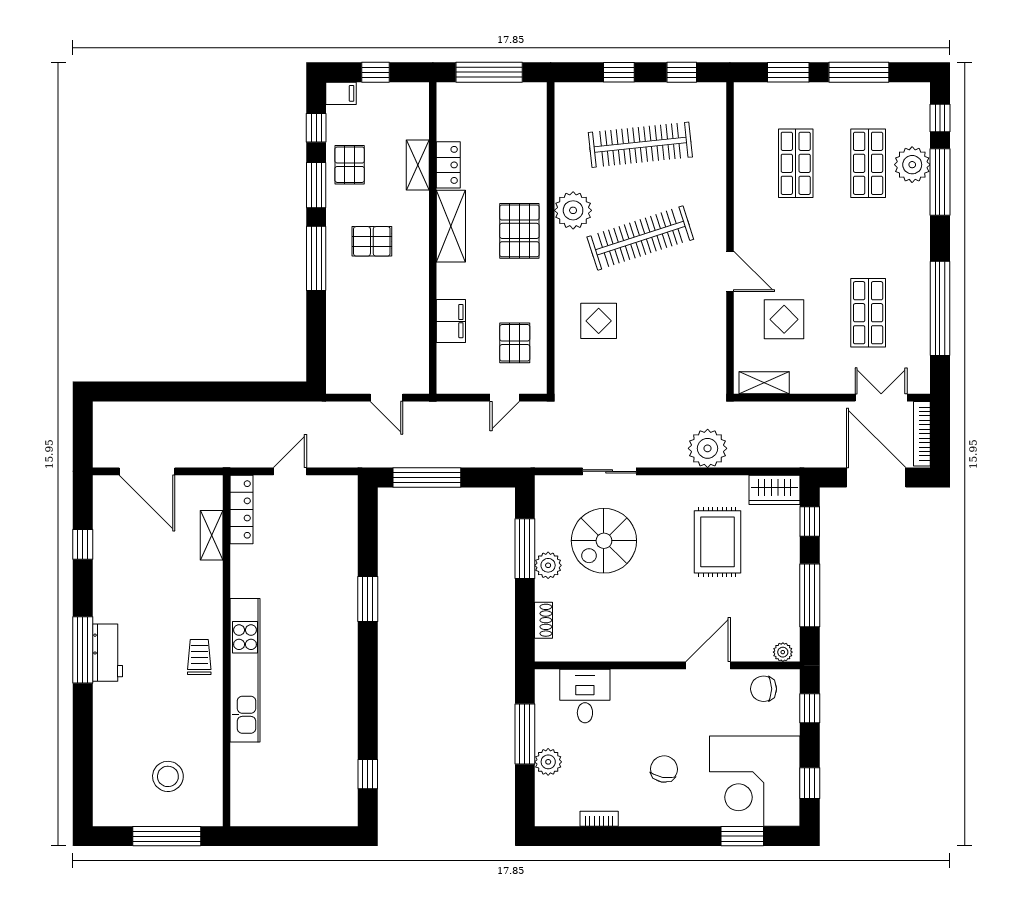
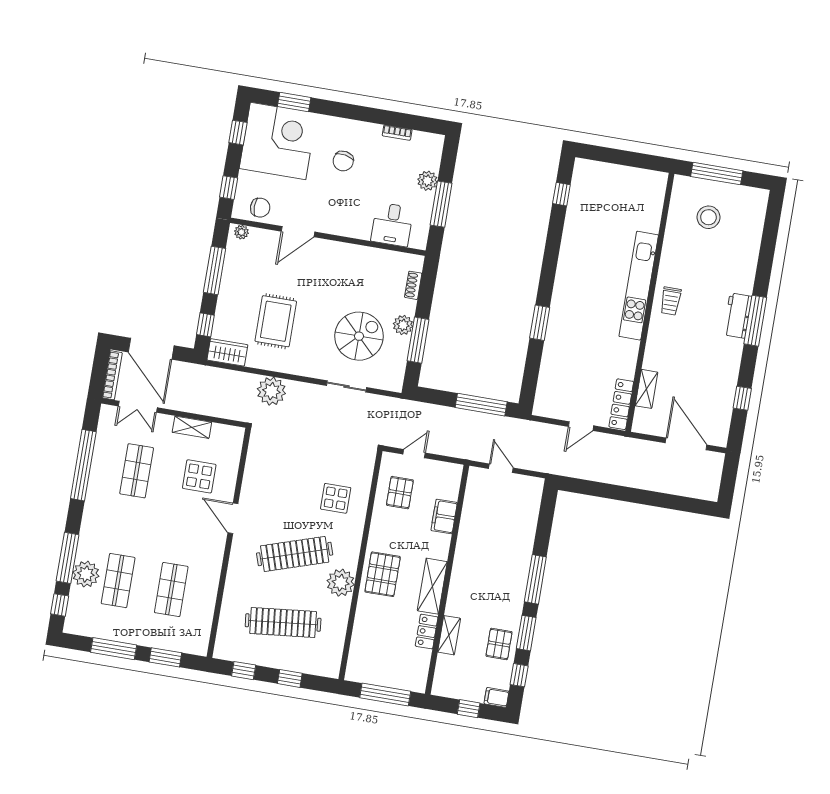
pallet: (372, 241) -> (492, 585), removed
shelving: (764, 383) -> (192, 427), moved

